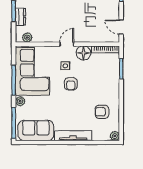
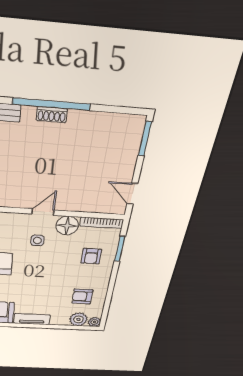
armchair: (71, 84) -> (91, 256), moved
plant: (102, 134) -> (78, 319), added
tv unit: (73, 136) -> (32, 319), width x0.71

